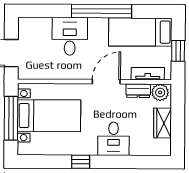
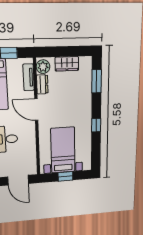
window: (11, 118) -> (65, 176), width x0.46
desk: (113, 139) -> (79, 102), removed
window: (139, 162) -> (97, 81), added

